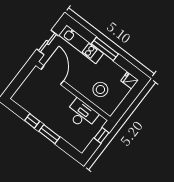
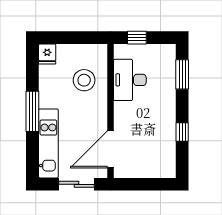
window: (49, 134) -> (182, 74), moved

